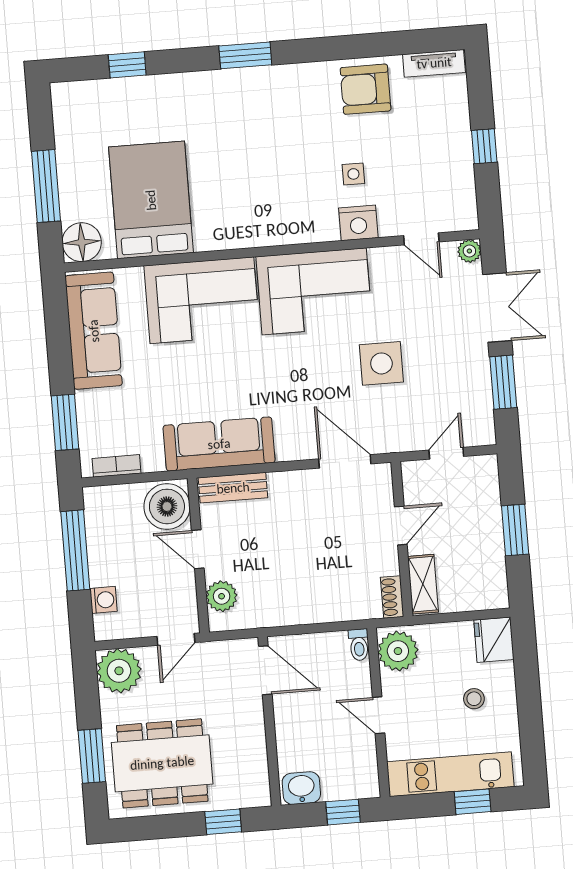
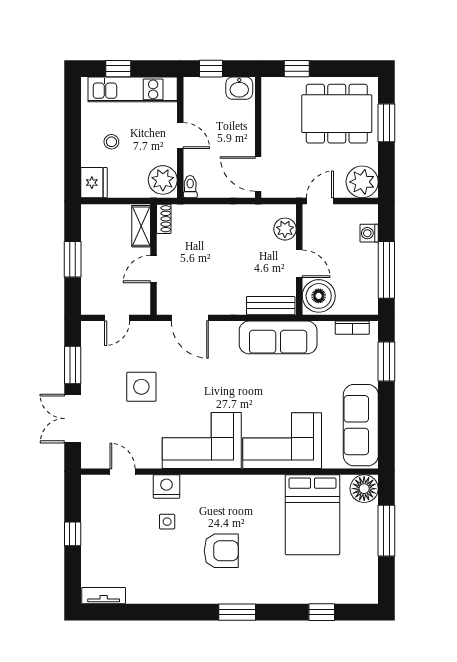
armchair: (366, 89) -> (221, 551), moved
plant: (469, 251) -> (89, 460), removed
side table: (381, 363) -> (141, 387), moved

